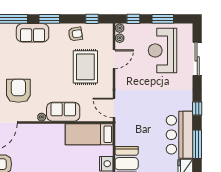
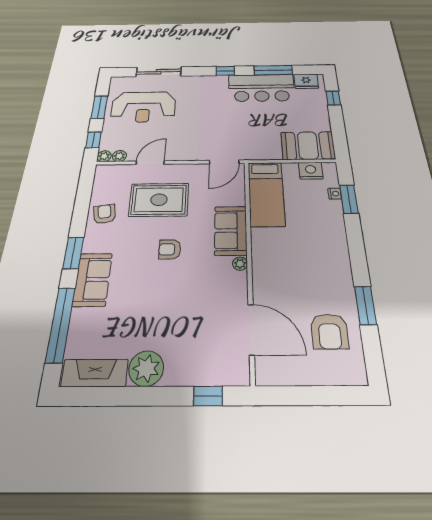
window: (92, 19) -> (84, 191), removed
door: (114, 59) -> (150, 163), hinge flipped
armchair: (18, 91) -> (170, 249), moved, width x0.53, depth x0.53

